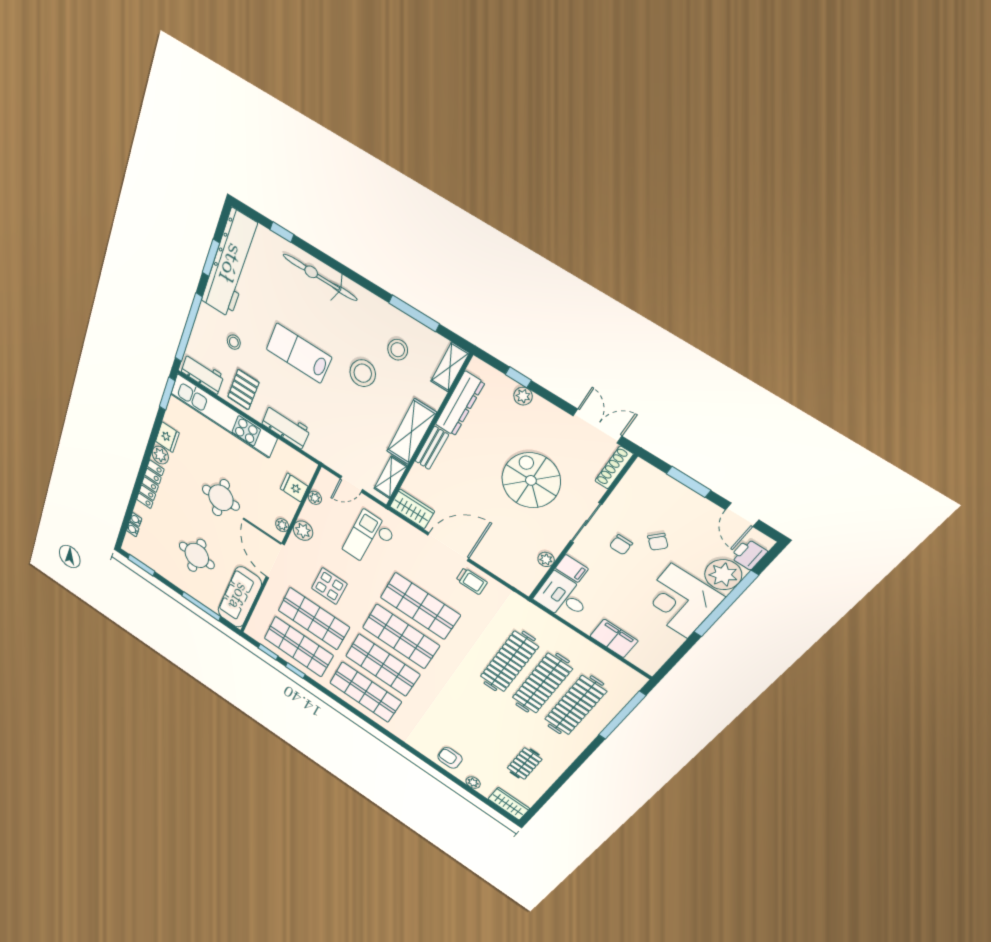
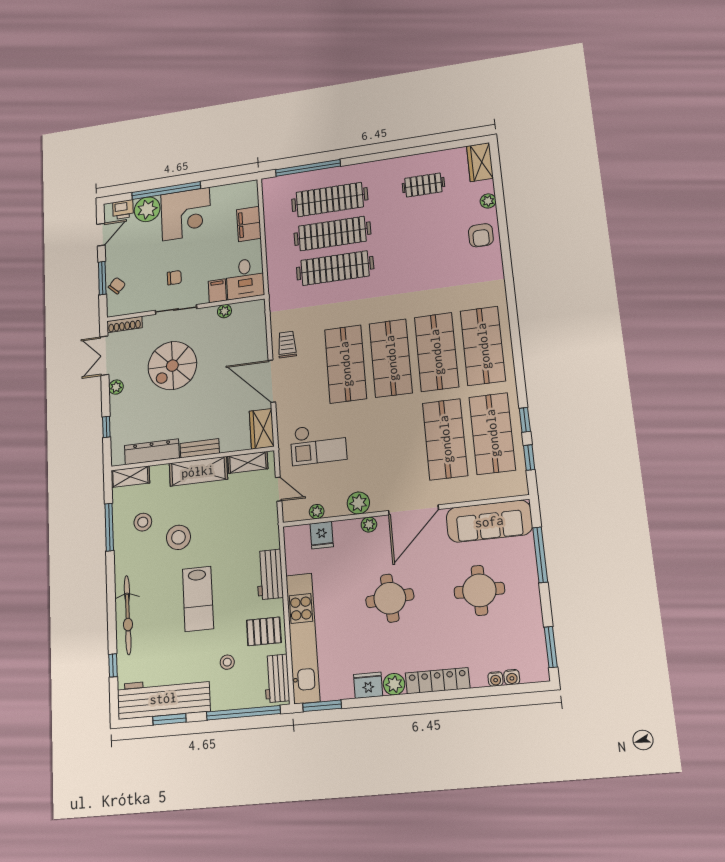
plant: (523, 396) -> (116, 387), moved
chair: (658, 542) -> (117, 286), moved
display table: (329, 586) -> (395, 447), removed

